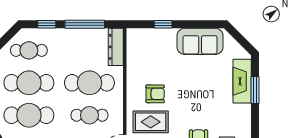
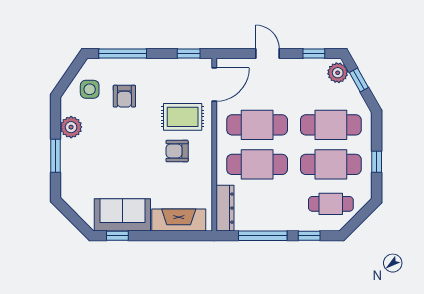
window: (163, 24) -> (117, 236), moved
fireplace: (242, 81) -> (179, 220), moved, turned -90
plant: (242, 113) -> (71, 127), added
cafe table: (89, 115) -> (257, 125), width x1.37, depth x1.35

